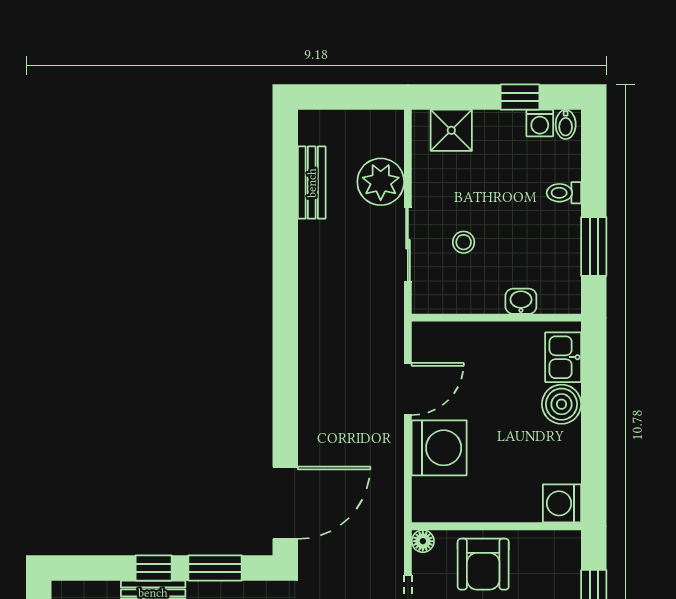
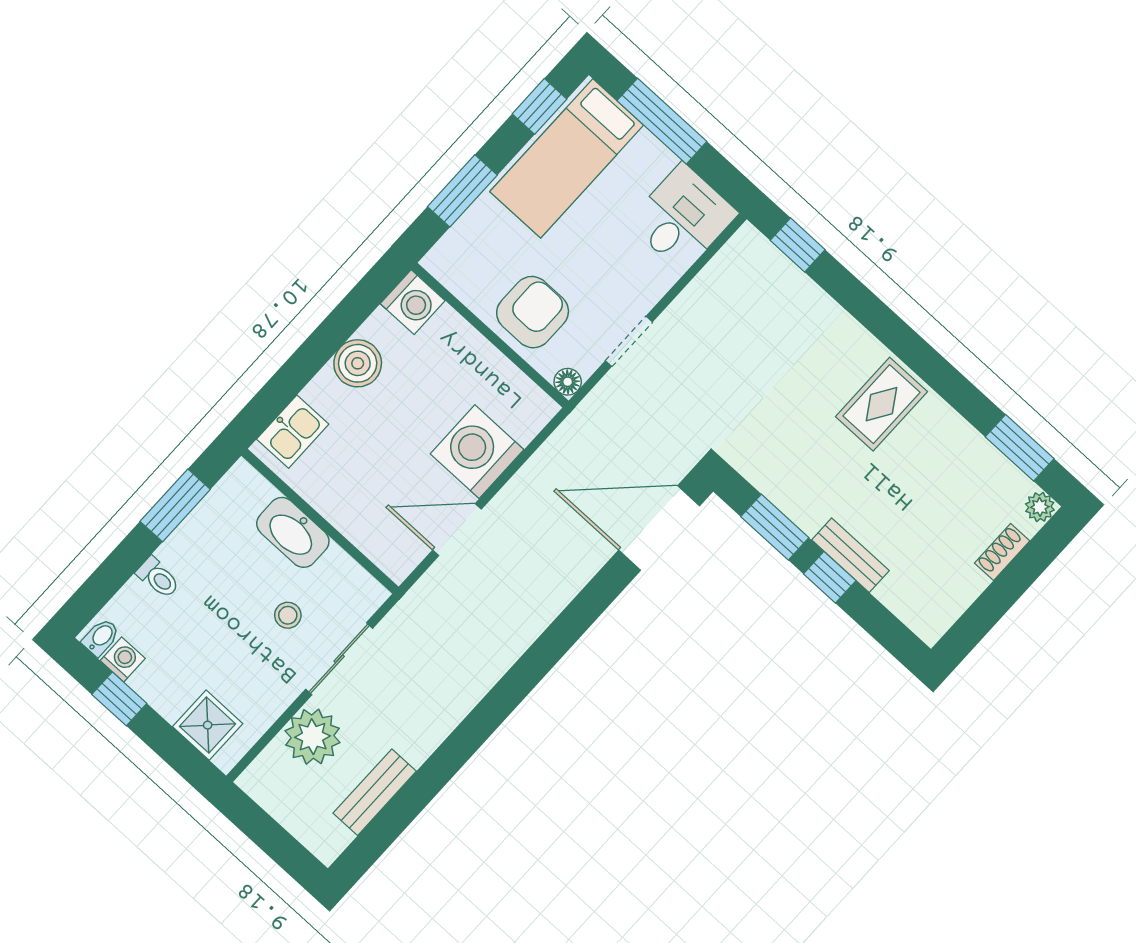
washbasin: (521, 301) -> (293, 532), width x1.91, depth x1.45
boiler: (562, 404) -> (358, 363), moved

